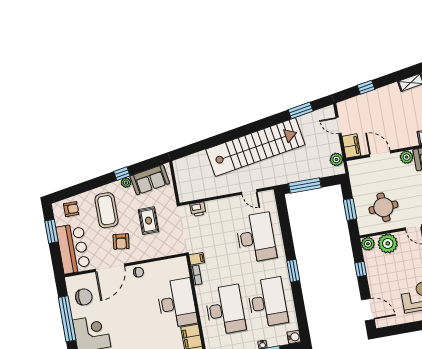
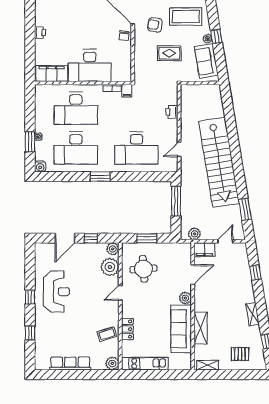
printer: (198, 209) -> (172, 112), moved
door: (368, 310) -> (65, 238), moved

